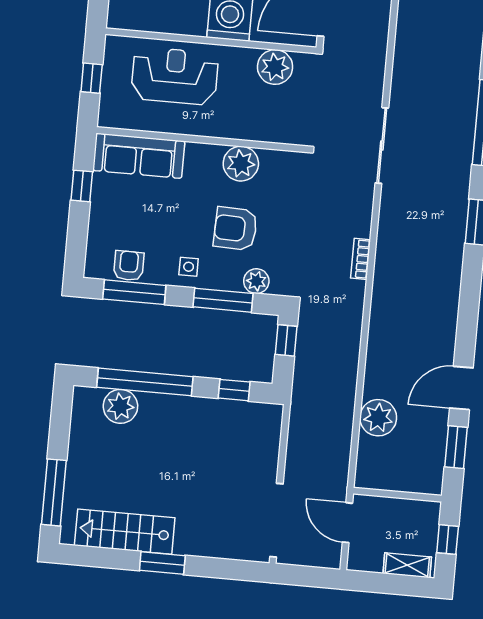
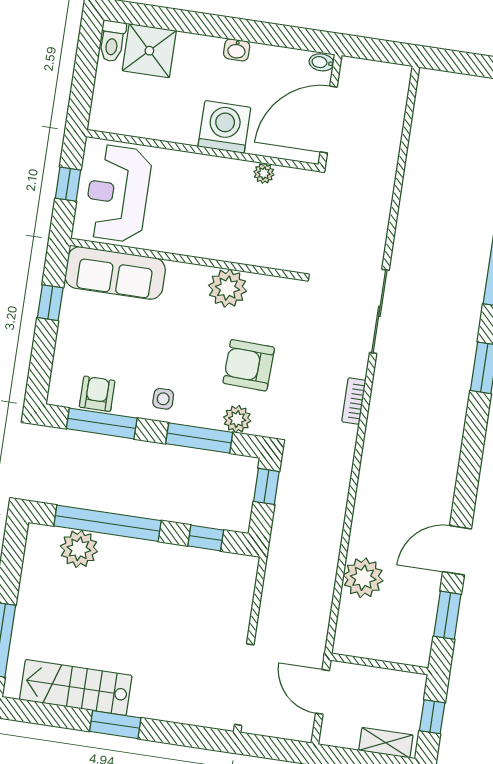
plant: (275, 67) -> (264, 173), width x0.53, depth x0.53
reception desk: (175, 76) -> (118, 193), moved, turned -90
sliding door: (382, 145) -> (379, 311), moved
armchair: (235, 229) -> (249, 365), moved

